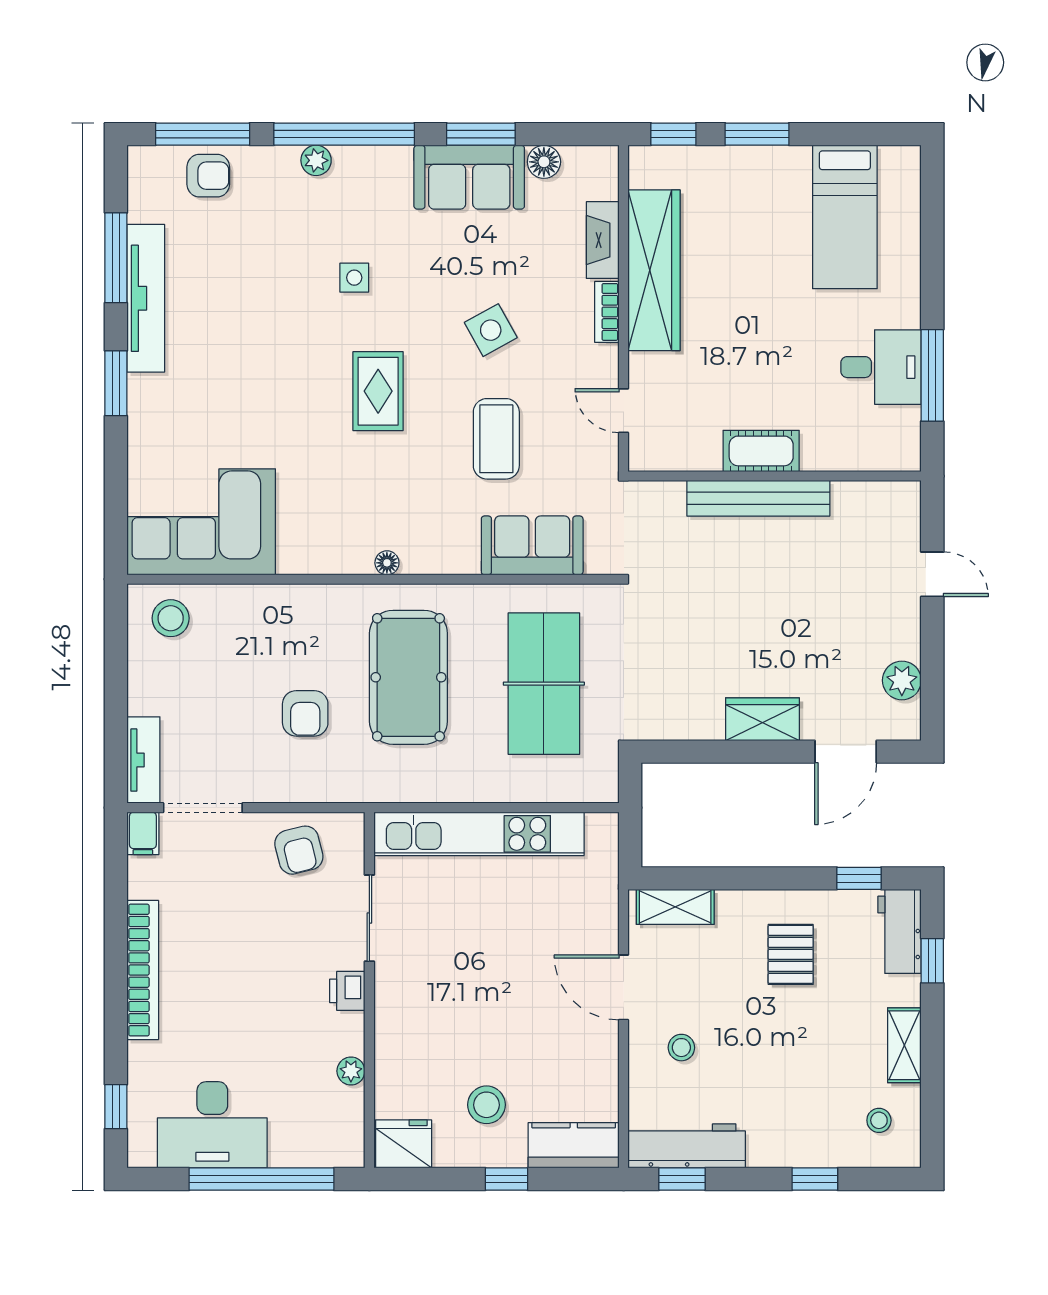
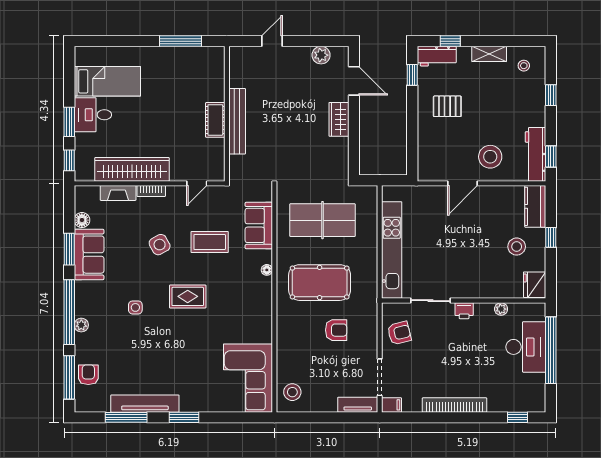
desk: (881, 367) -> (93, 115), moved, turned -90
floor lamp: (387, 563) -> (267, 270), moved
shelving: (675, 907) -> (425, 160), removed
stool: (681, 1048) -> (490, 157), width x1.89, depth x1.89
desk: (212, 1125) -> (526, 347), moved

